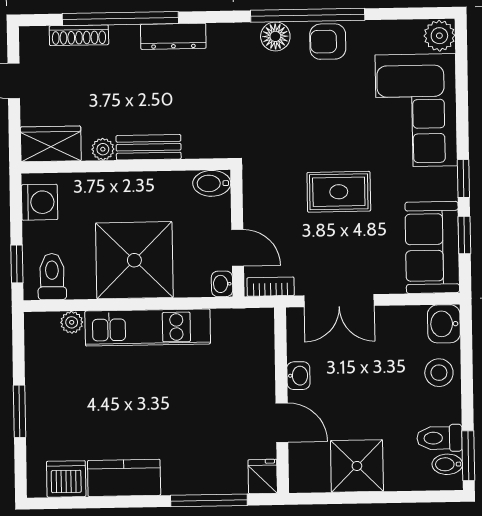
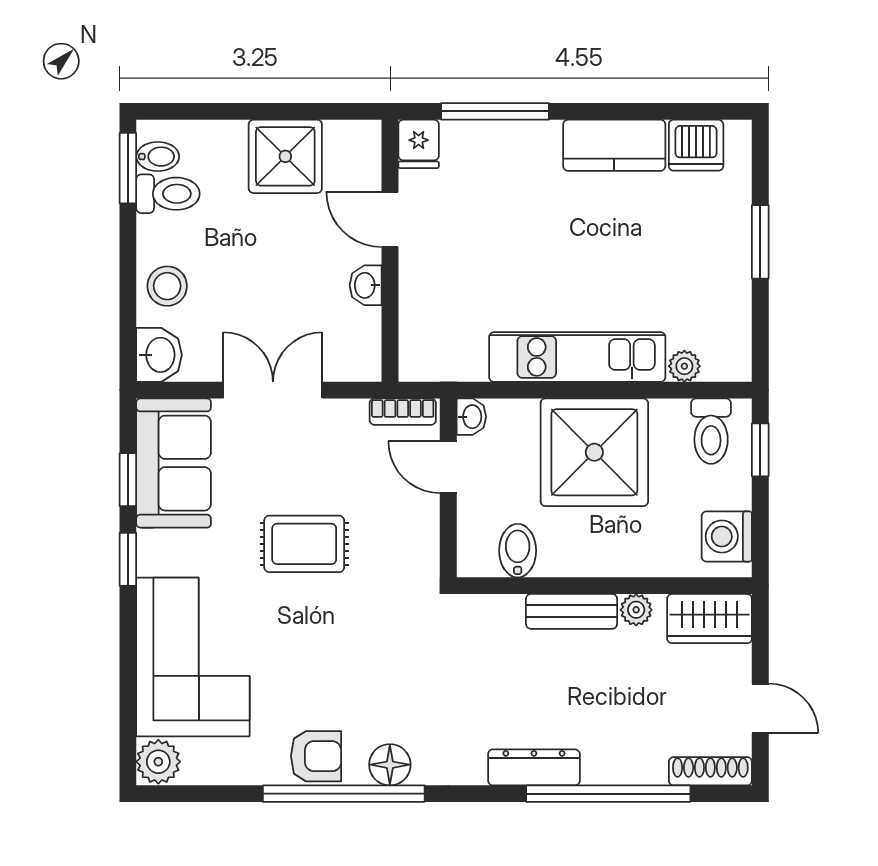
shoe rack: (79, 35) -> (710, 771), moved
bidet: (212, 183) -> (518, 551), moved, turned -90
double door: (339, 301) -> (273, 390), moved

